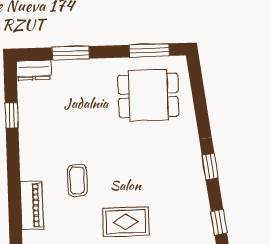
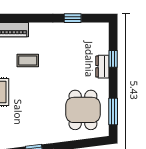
window: (71, 53) -> (113, 59), width x0.67
dresser: (34, 70) -> (102, 67), moved

